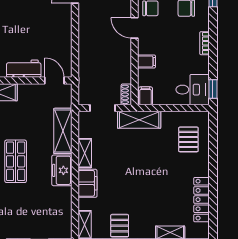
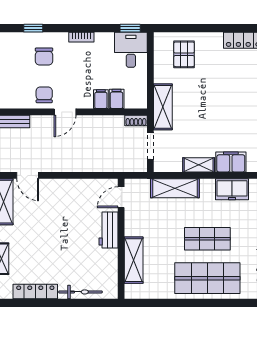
filing cabinet: (145, 96) -> (117, 99), moved, turned 90
pallet: (188, 139) -> (184, 54), turned 90
freezer: (62, 170) -> (232, 189), moved

